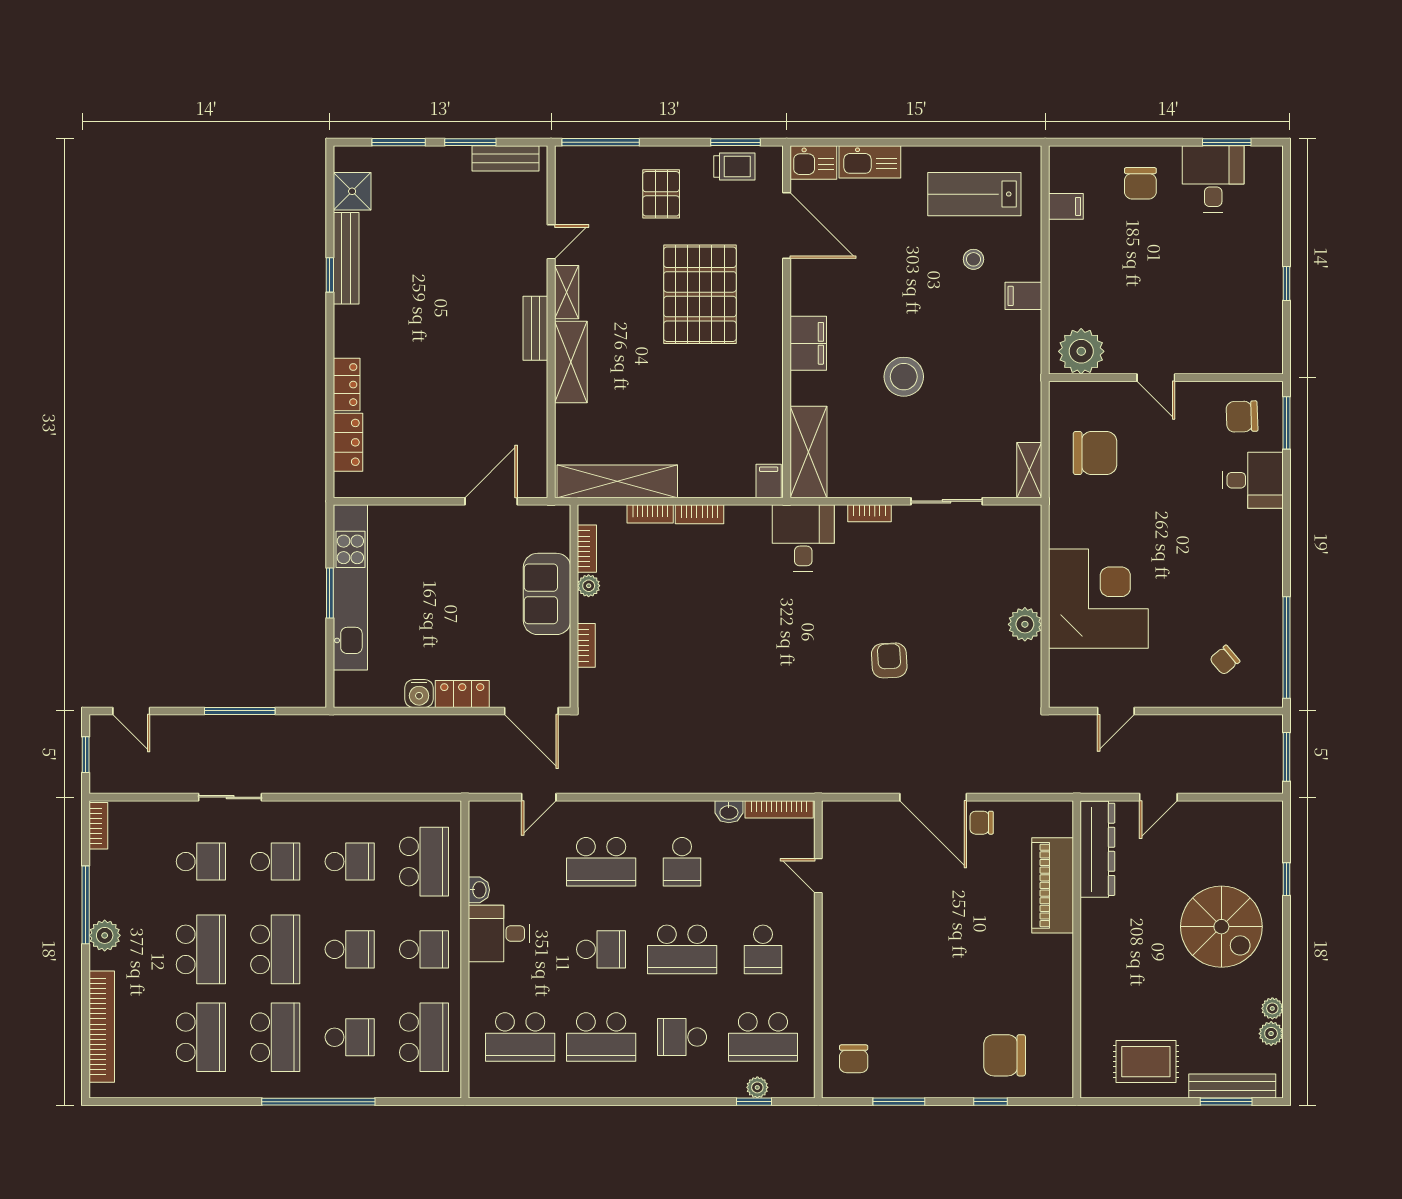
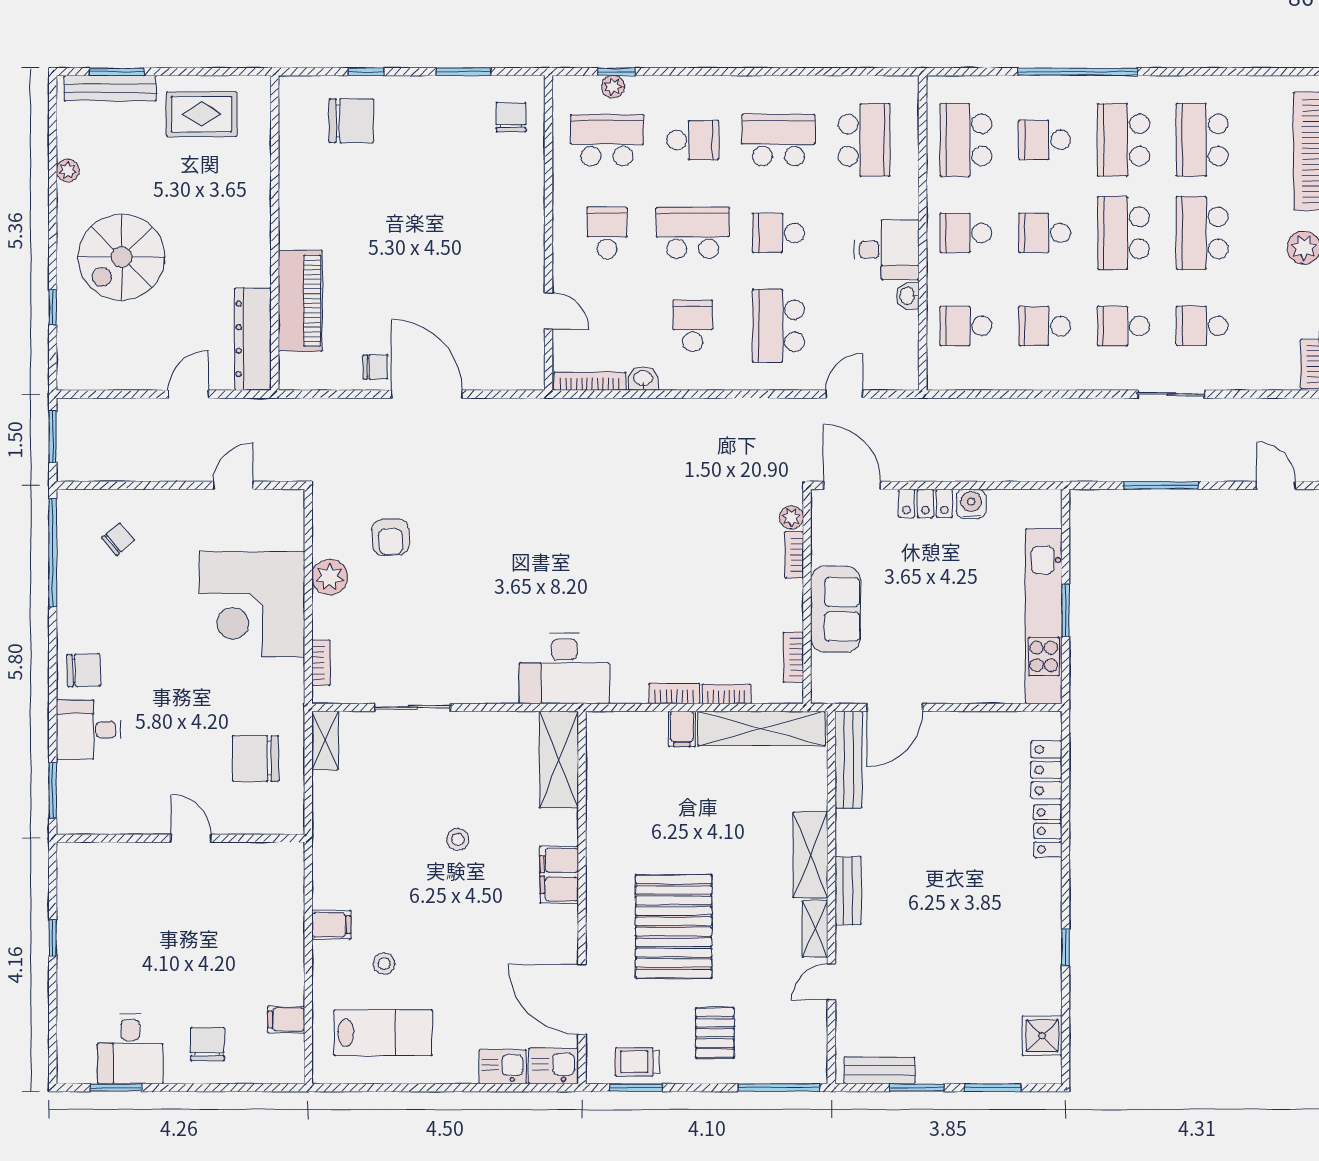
kitchen sink: (870, 162) -> (503, 1067), width x0.73
bench: (346, 258) -> (849, 760), moved
plant: (1081, 351) -> (270, 866), removed
stool: (904, 377) -> (458, 839), width x0.53, depth x0.53
chair: (1242, 417) -> (84, 670), moved
filing cabinet: (769, 481) -> (682, 729), moved
bookcase: (870, 513) -> (321, 663), moved, turned 90
desk: (803, 538) -> (564, 668), width x1.37
plant: (589, 586) -> (792, 517), moved
armchair: (889, 660) -> (391, 537), moved
school desk: (424, 862) -> (966, 326), width x0.54
school desk: (601, 862) -> (778, 326), turned -90
spiral stairs: (1221, 927) -> (122, 257), turned -90
plant: (1271, 1034) -> (69, 144), removed
school desk: (520, 1037) -> (864, 140), turned 90

